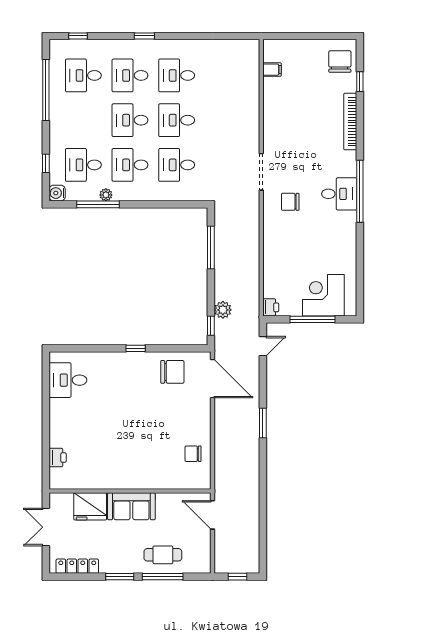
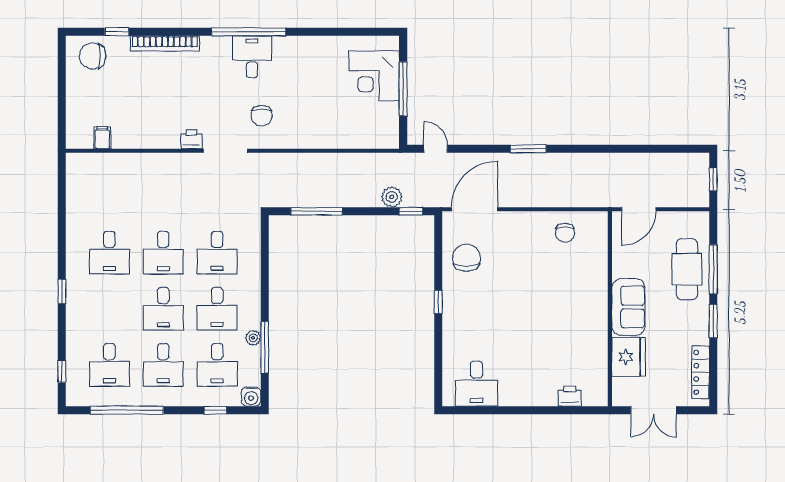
desk: (130, 75) -> (163, 365), moved
printer: (271, 307) -> (192, 139), moved
cafe table: (163, 555) -> (687, 269), width x1.37, depth x1.35

